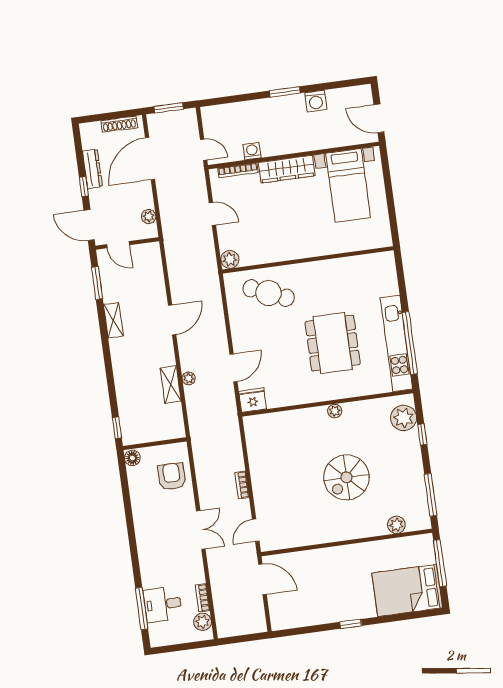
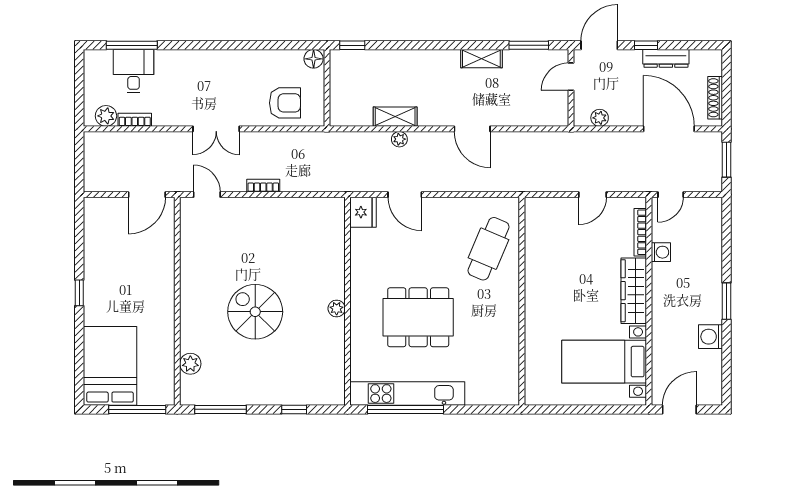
plant: (230, 259) -> (535, 208), removed
plant: (404, 418) -> (317, 390), removed

